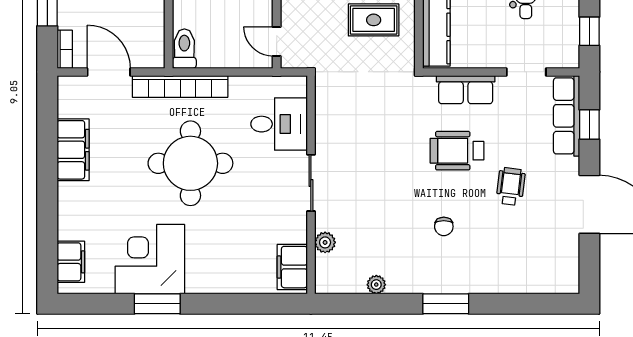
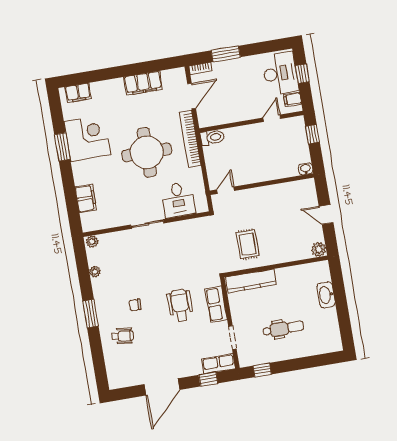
row of seats: (567, 116) -> (218, 364), width x0.68
wheelchair: (511, 186) -> (123, 336), moved
plant: (325, 242) -> (92, 242), moved
filing cabinet: (292, 267) -> (86, 198), moved, turned 90

